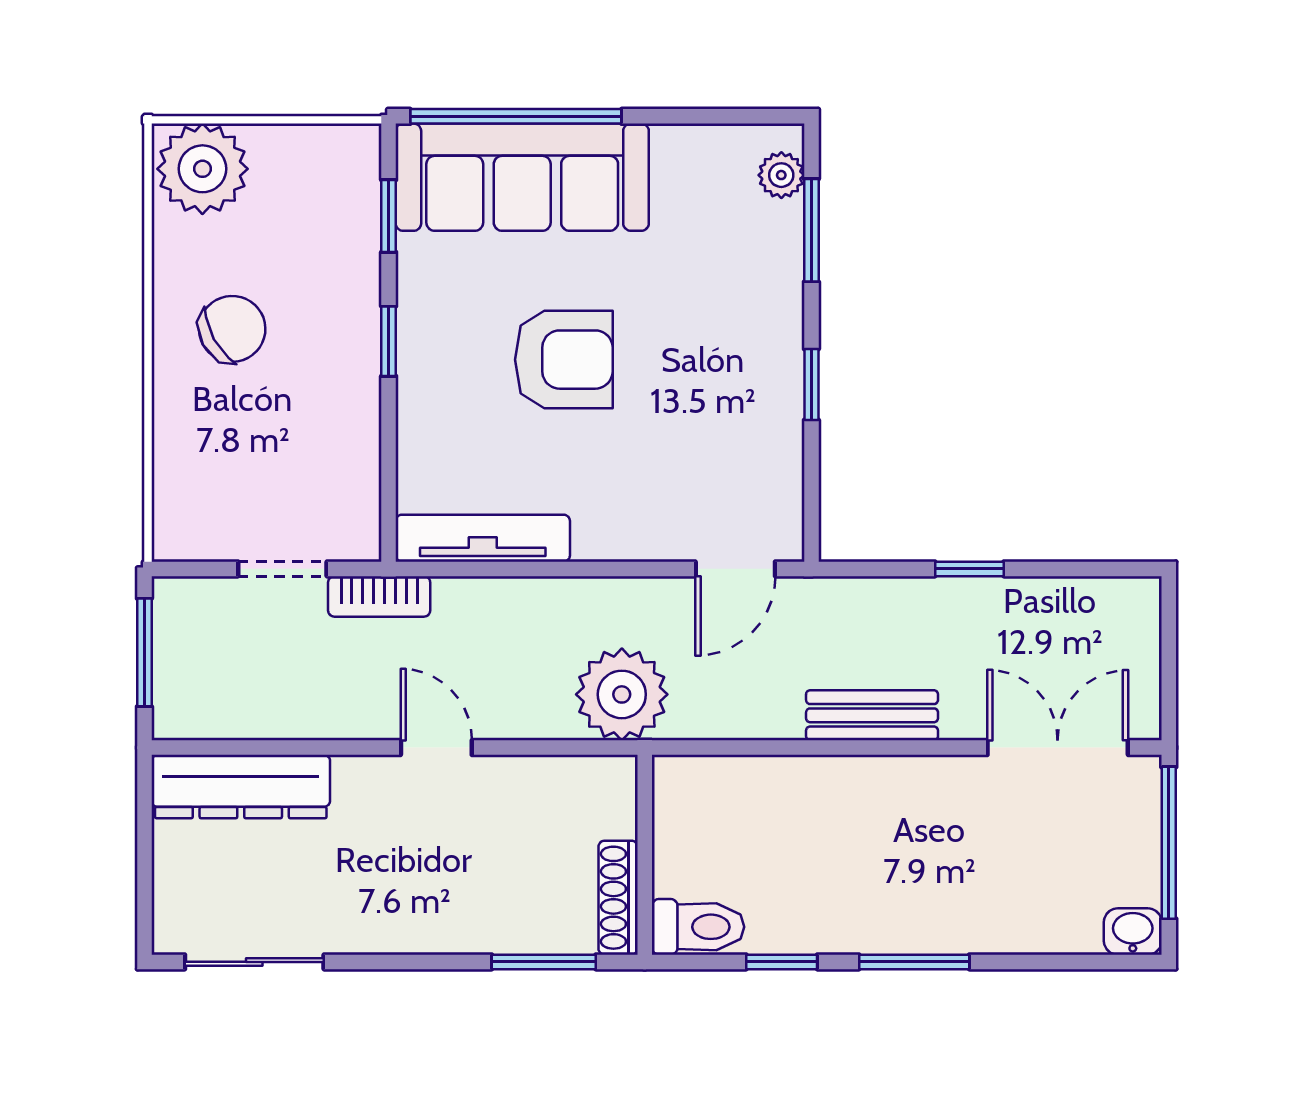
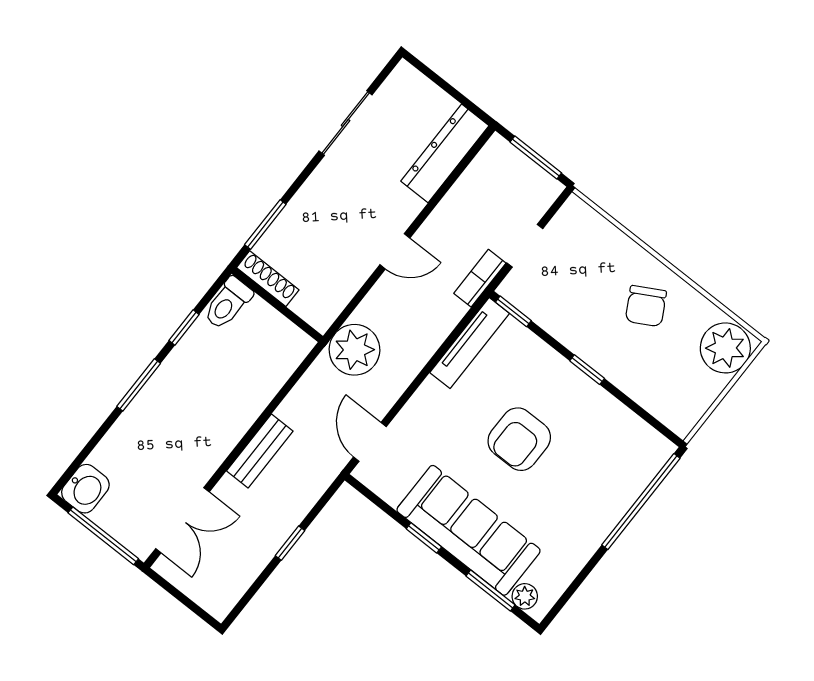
sofa: (522, 177) -> (468, 530), moved, turned 90
window: (389, 216) -> (513, 311), moved
washbasin: (1133, 932) -> (85, 489), width x1.38, depth x1.45
sliding door: (254, 962) -> (346, 123), moved

